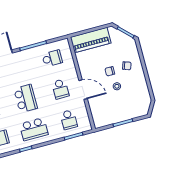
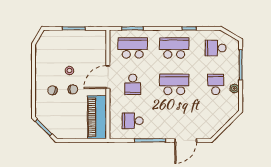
piano: (91, 40) -> (97, 117), moved, turned -90
school desk: (60, 89) -> (133, 84), turned 180
door: (83, 90) -> (108, 77), hinge flipped
school desk: (26, 98) -> (174, 84), turned 90
school desk: (69, 120) -> (133, 48), width x1.85

